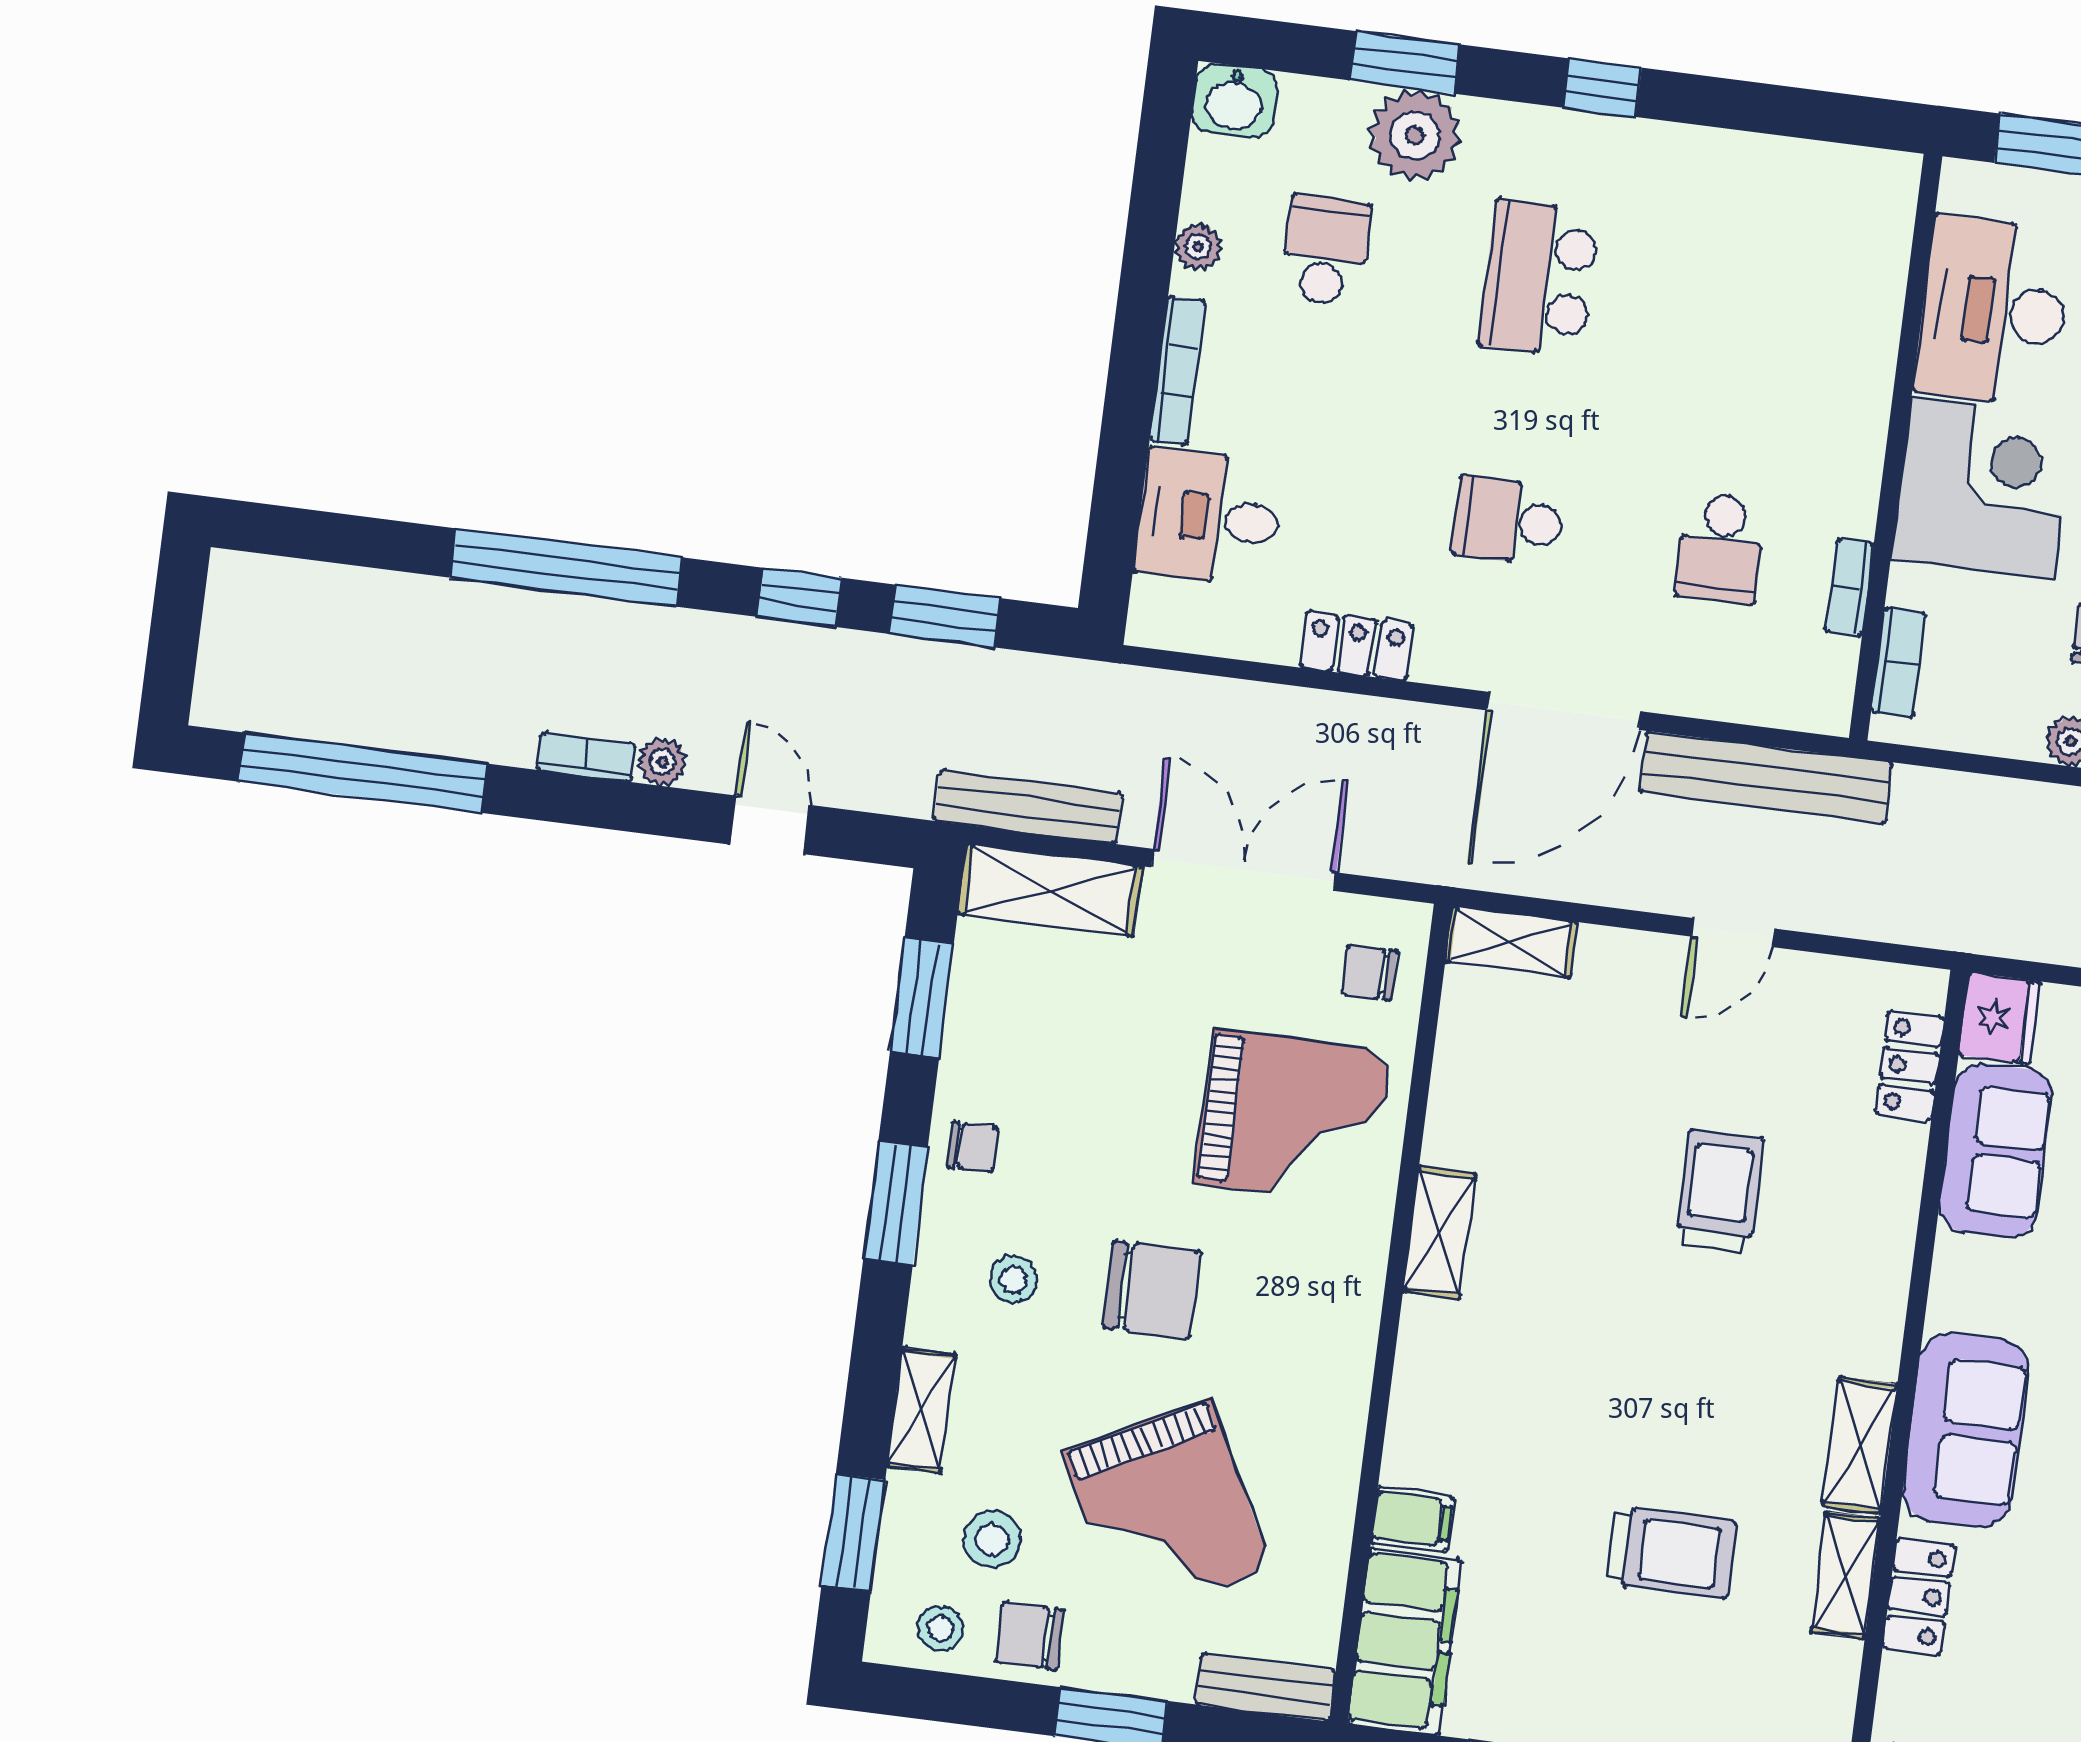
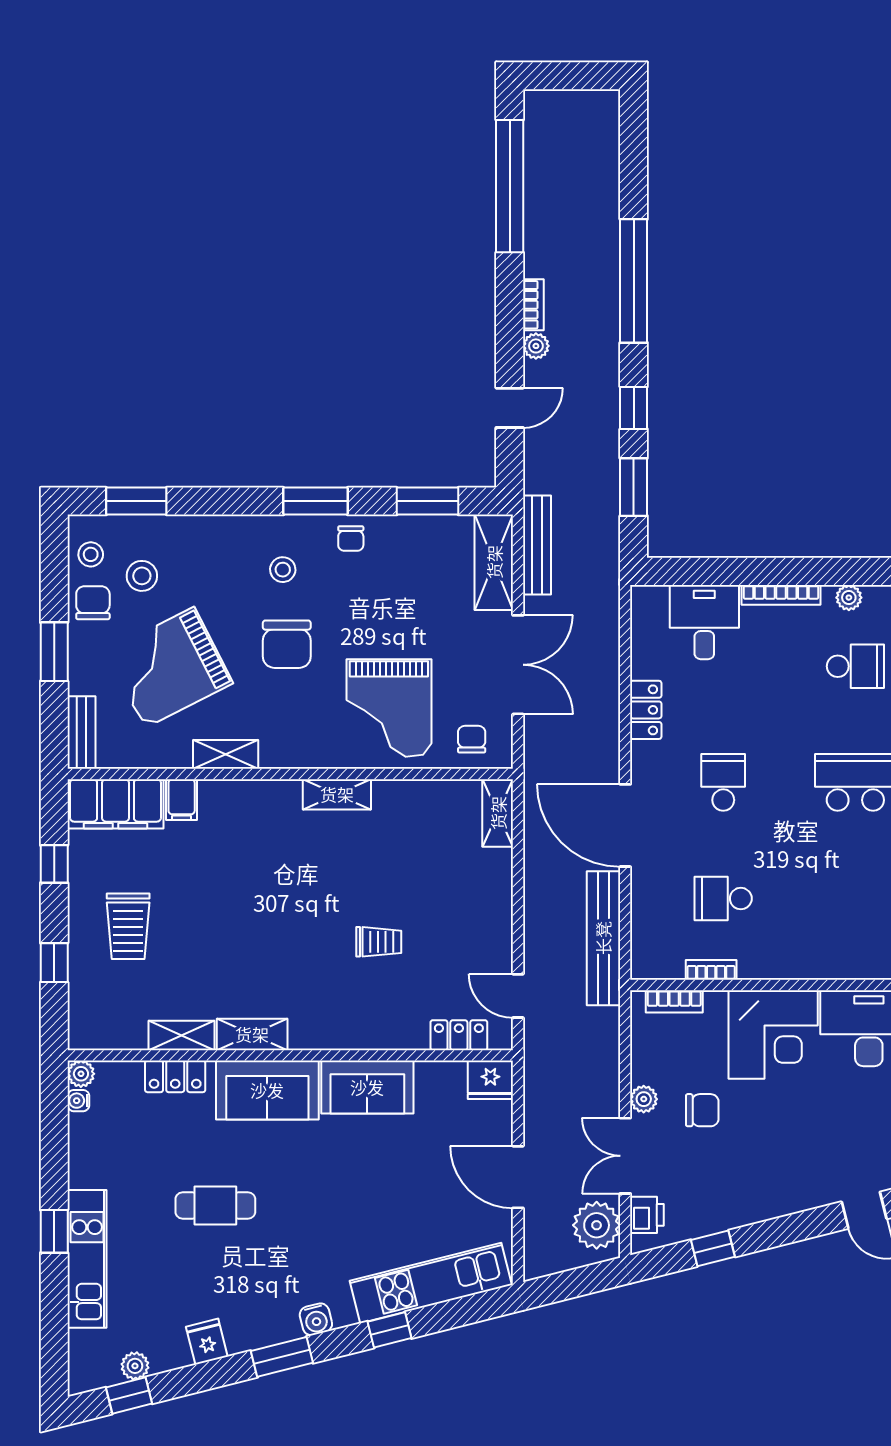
door: (1733, 933) -> (518, 996), moved
sofa: (1996, 1151) -> (367, 1087), moved
trolley: (1720, 1191) -> (379, 942), width x0.73, depth x0.72
shelving: (921, 1410) -> (226, 754), moved
trolley: (1671, 1553) -> (128, 926), moved

